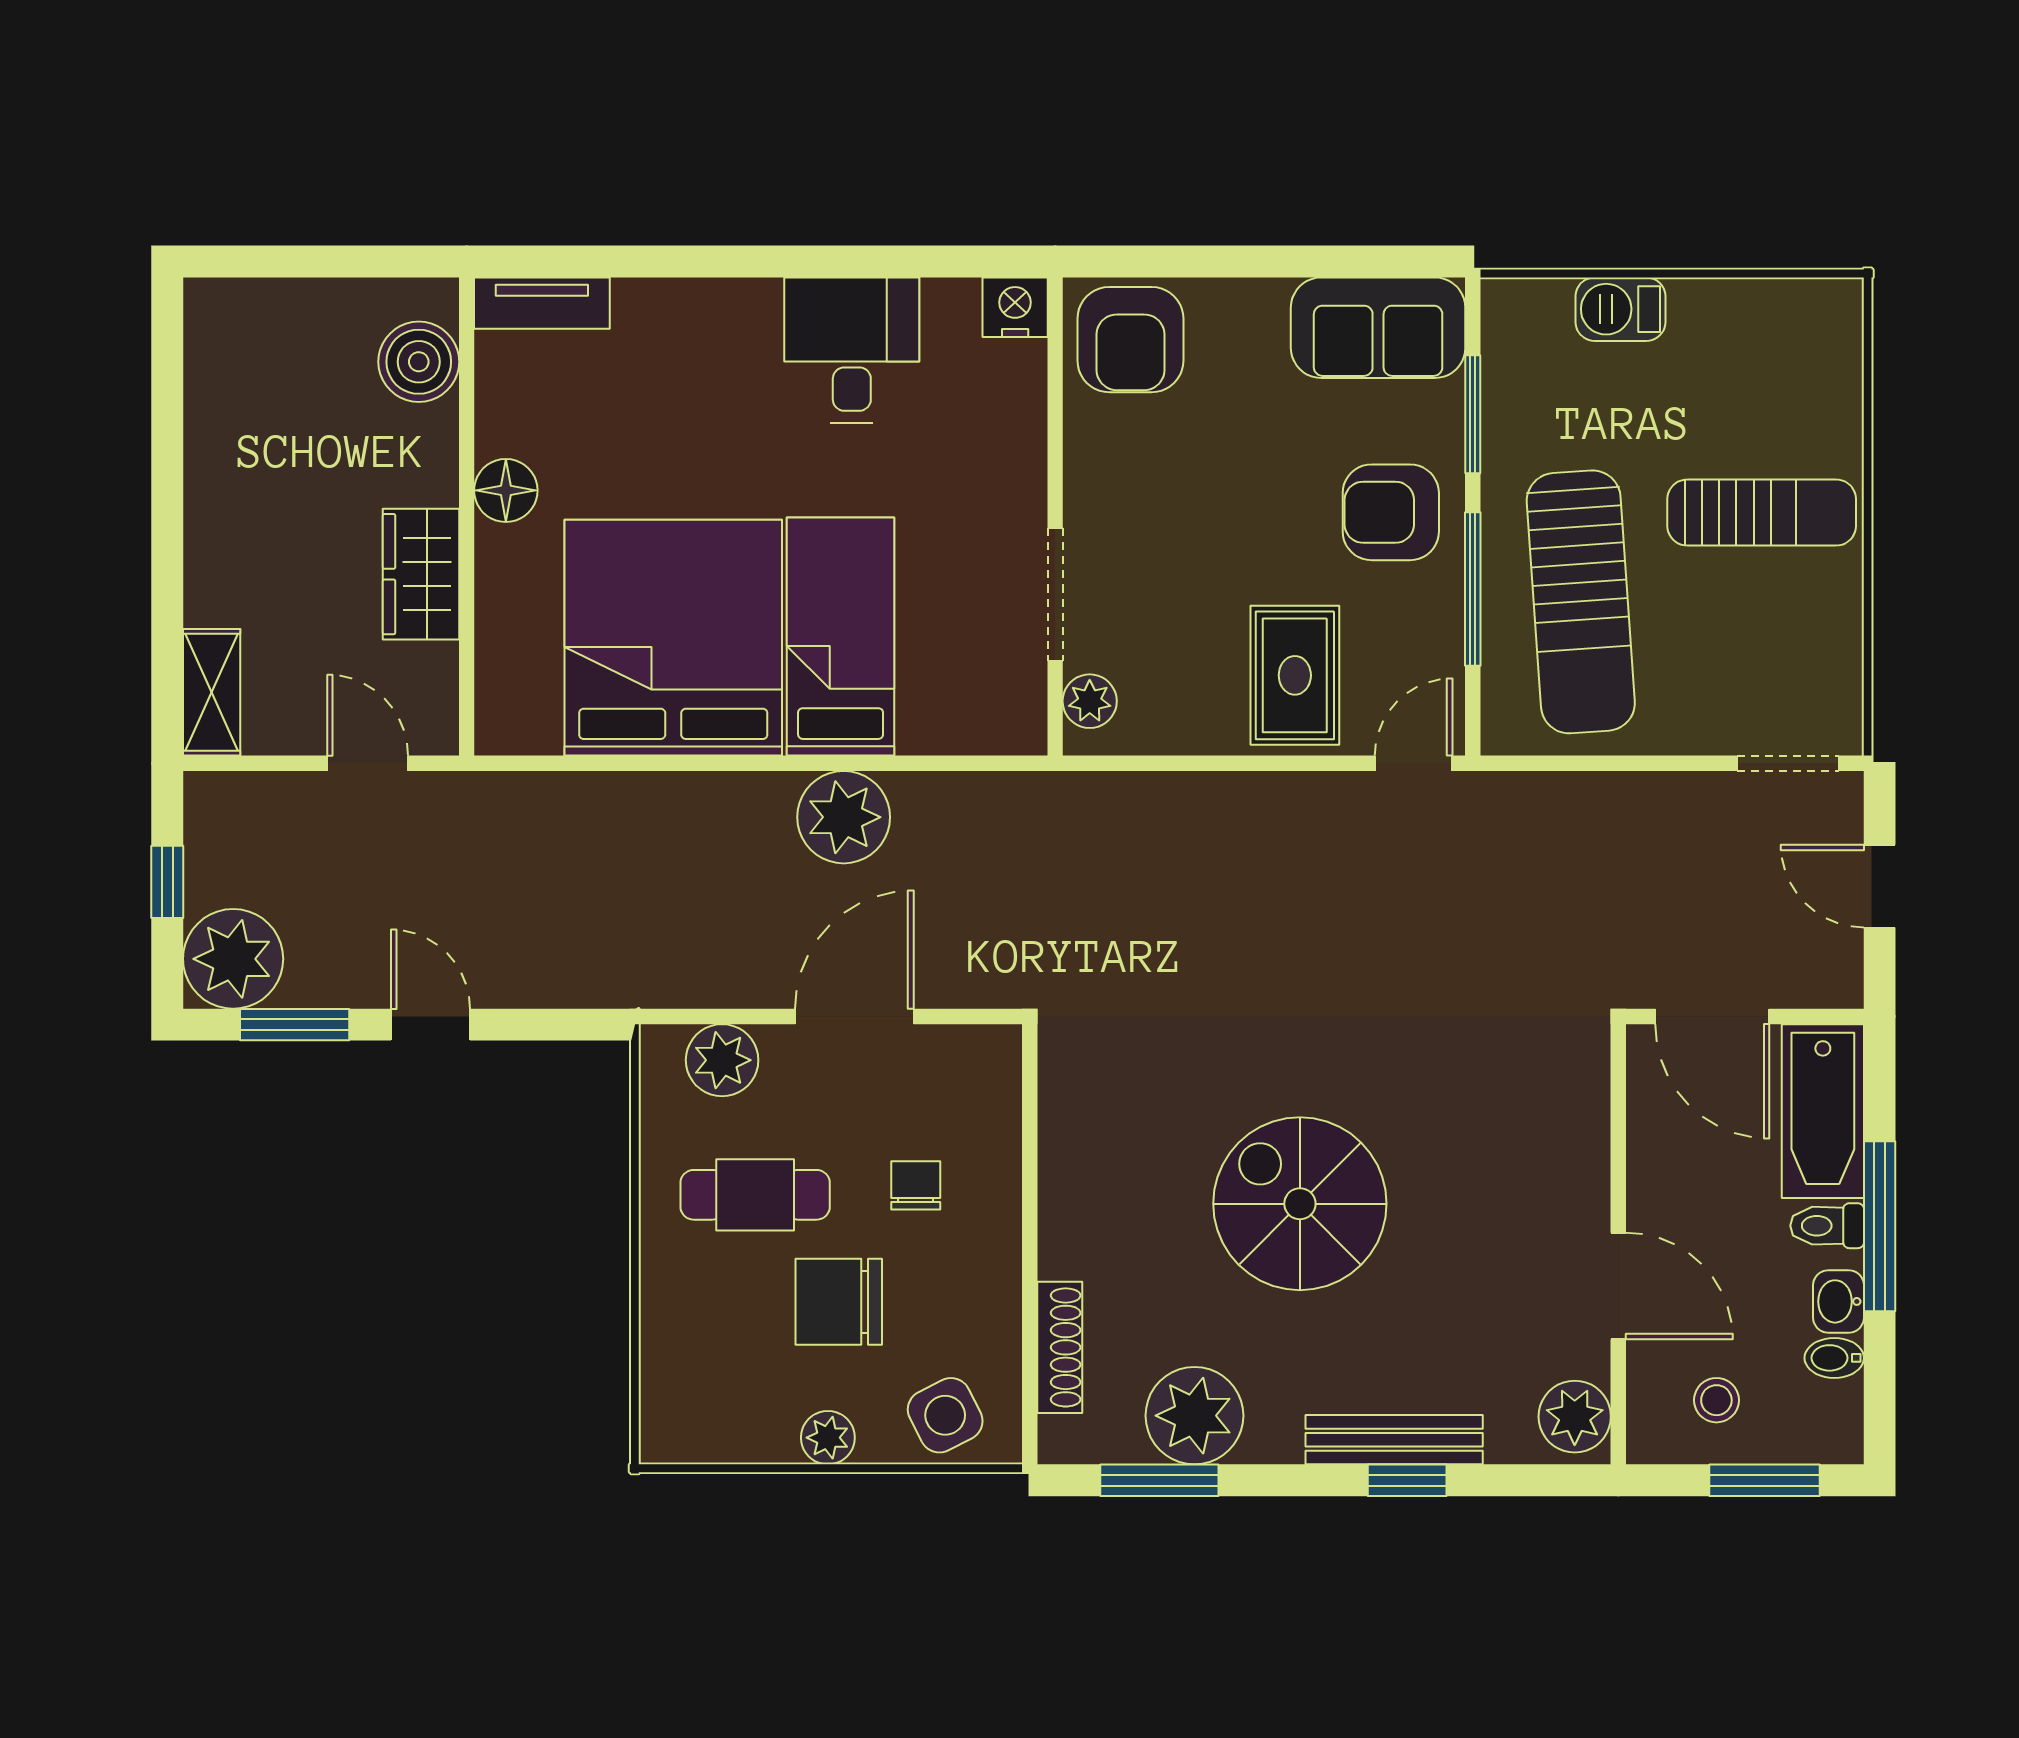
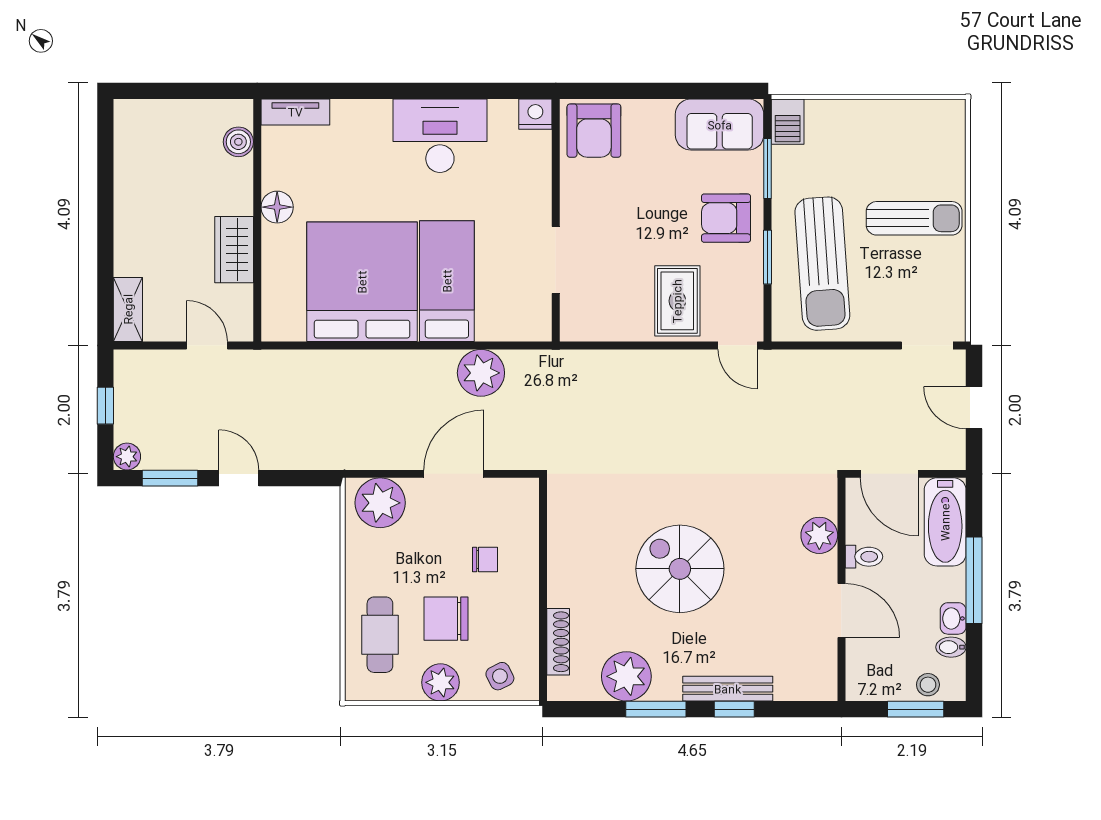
barbecue: (1620, 309) -> (788, 122), moved, turned -90
desk: (852, 350) -> (440, 136), width x1.37
boiler: (419, 362) -> (238, 142), width x0.73, depth x0.73
window: (1473, 589) -> (768, 257), width x0.69
plant: (1090, 701) -> (573, 314), removed
door: (1414, 763) -> (738, 345), swing flipped
plant: (844, 817) -> (481, 373), moved
plant: (233, 959) -> (127, 457), width x0.53, depth x0.53
plant: (722, 1060) -> (380, 503), width x1.36, depth x1.36
chair: (916, 1185) -> (485, 560), turned 90
cafe table: (755, 1195) -> (380, 635), moved, turned 90
toilet: (1827, 1226) -> (864, 557), moved, turned 180
stool: (1716, 1400) -> (928, 685), moved
side table: (945, 1415) -> (500, 676), width x0.73, depth x0.73
plant: (1575, 1417) -> (819, 535), moved
plant: (828, 1438) -> (440, 682), width x1.38, depth x1.38
window: (1159, 1480) -> (656, 709), moved

